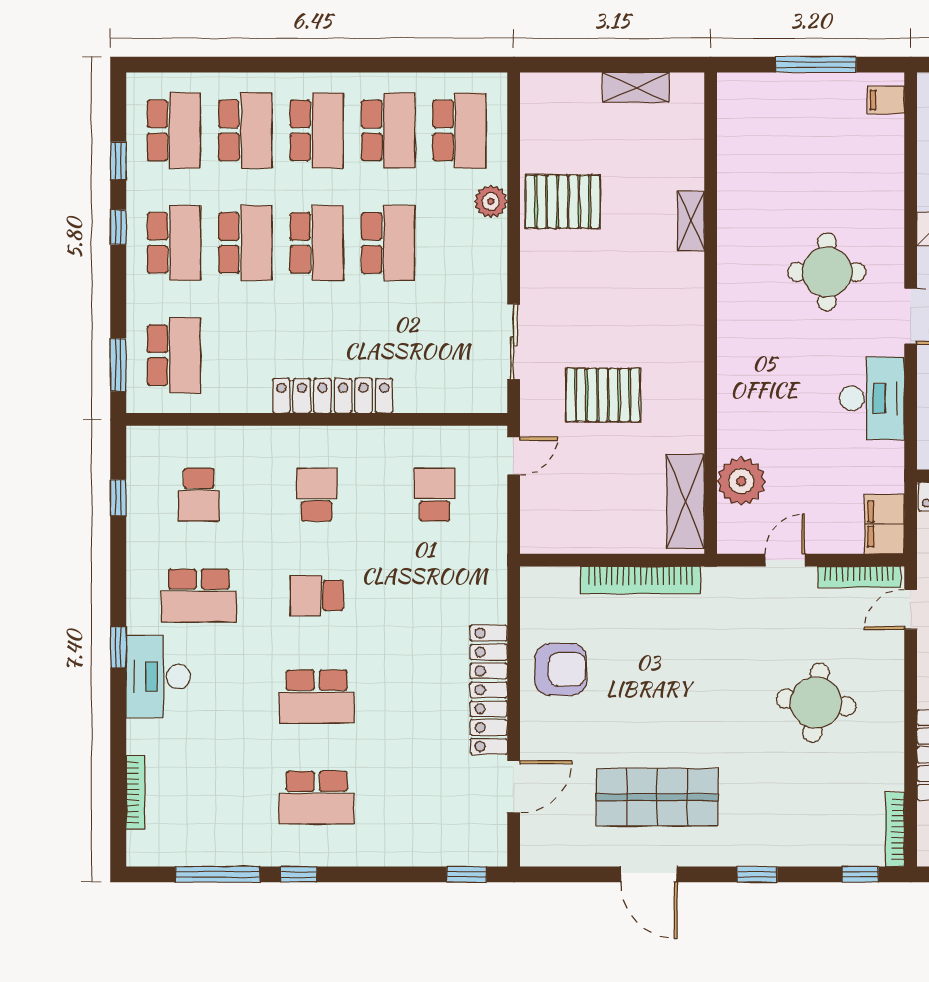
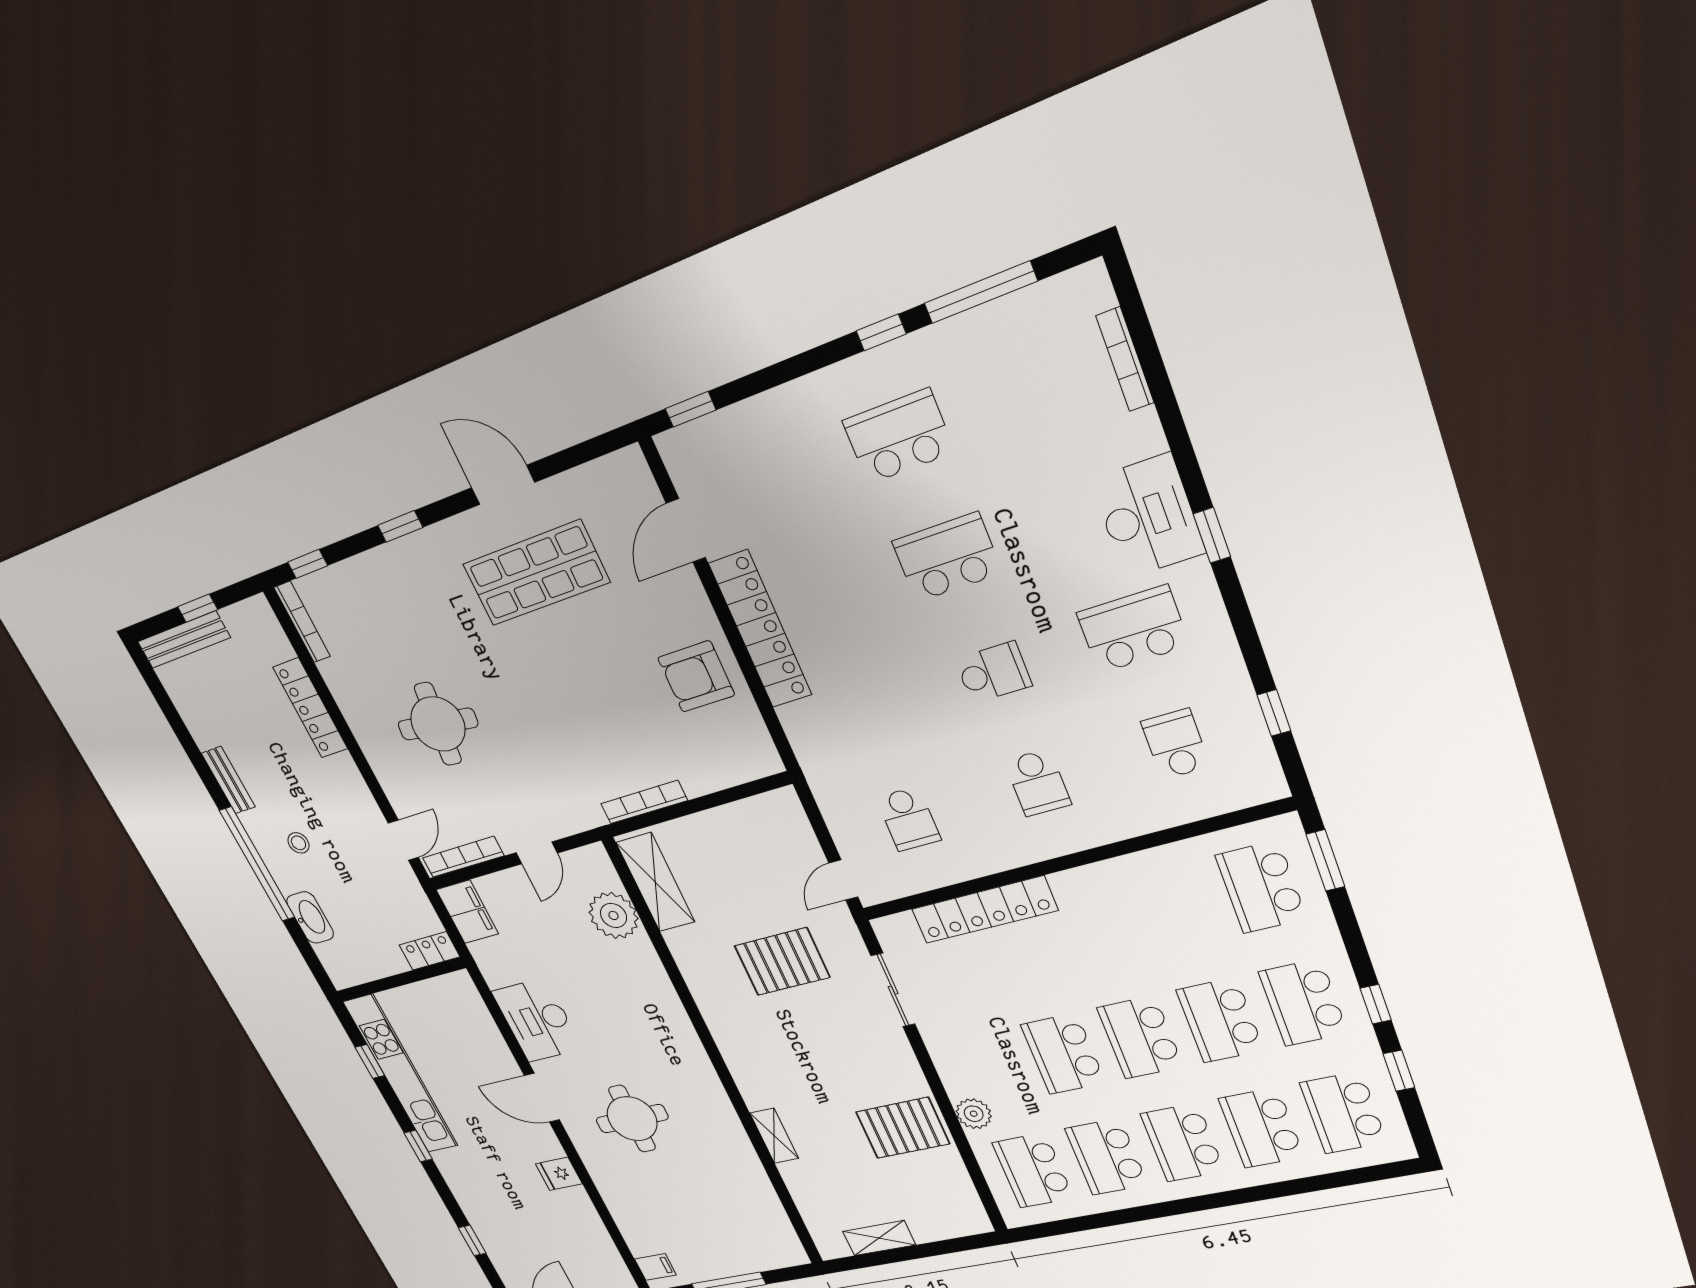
locker: (333, 396) -> (984, 910), moved
bookcase: (640, 580) -> (644, 802), width x0.68, depth x0.76

